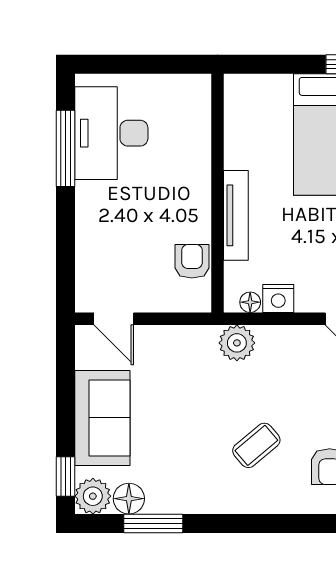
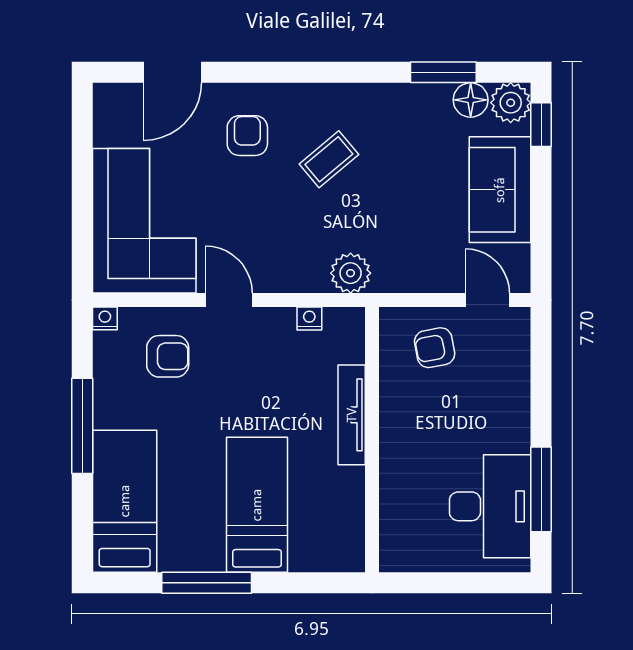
armchair: (192, 261) -> (435, 348), moved, turned 79
nightstand: (278, 298) -> (309, 318), width x0.72, depth x0.74
floor lamp: (250, 302) -> (336, 318), removed

